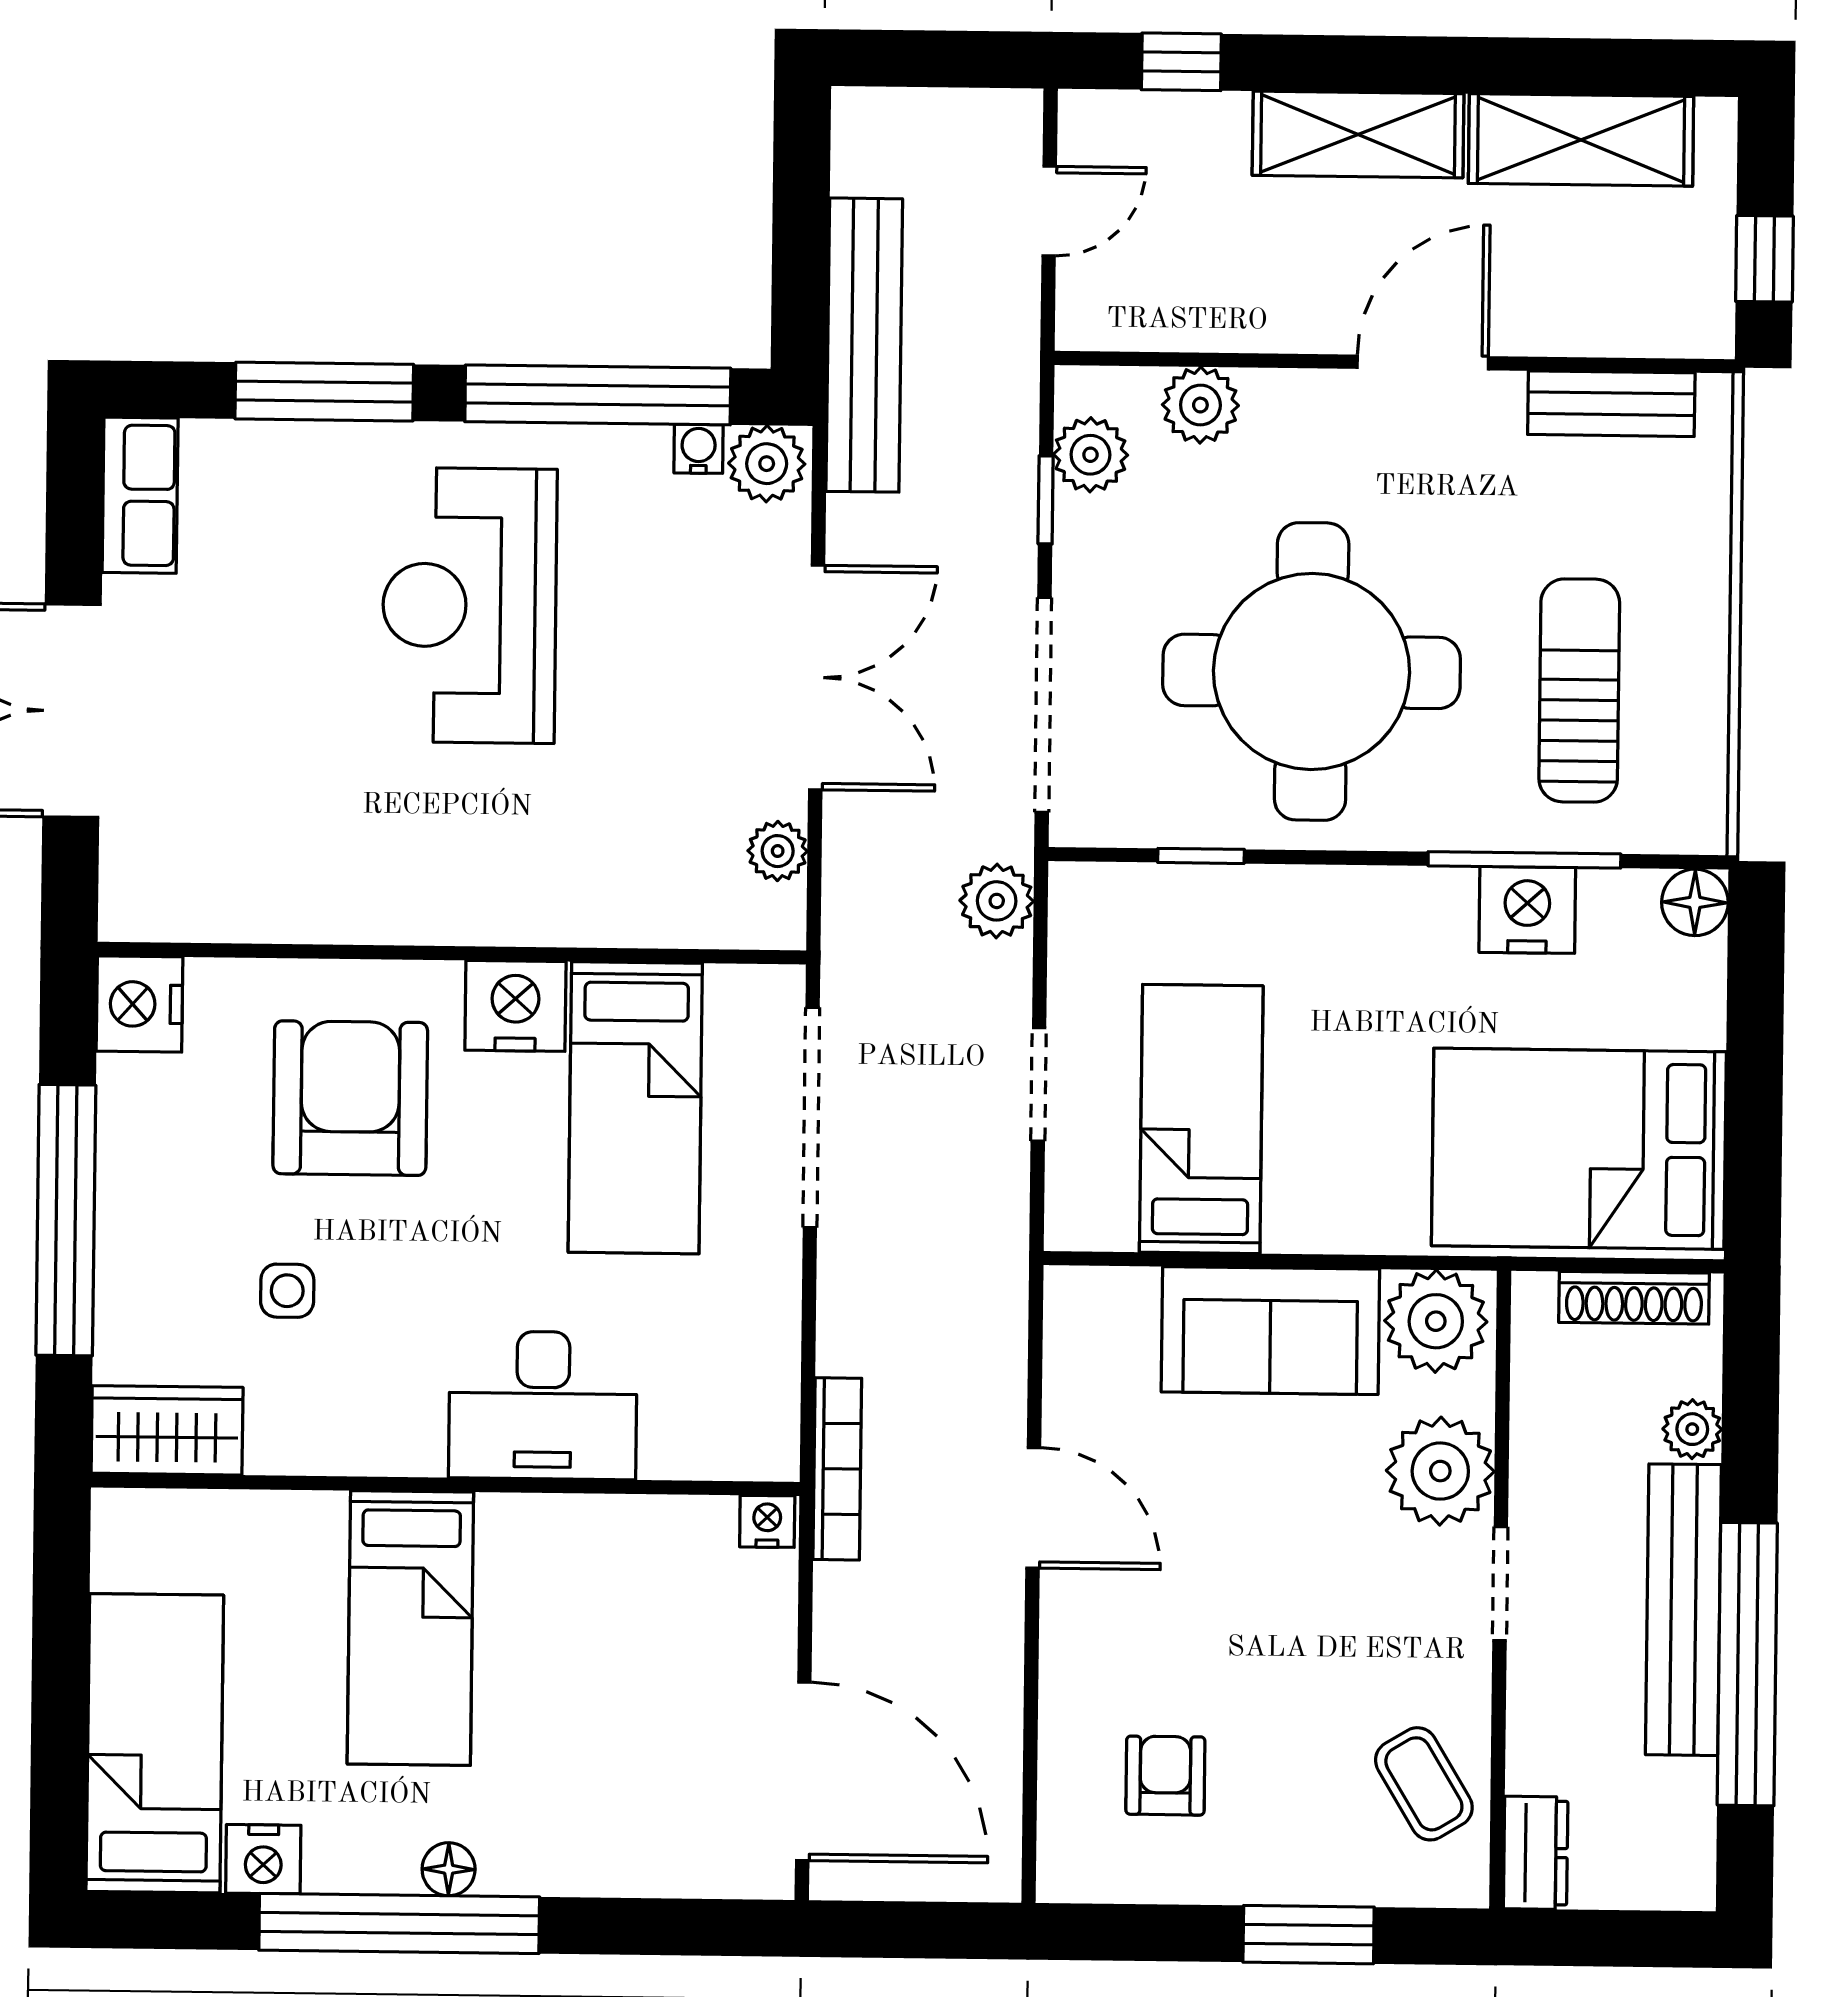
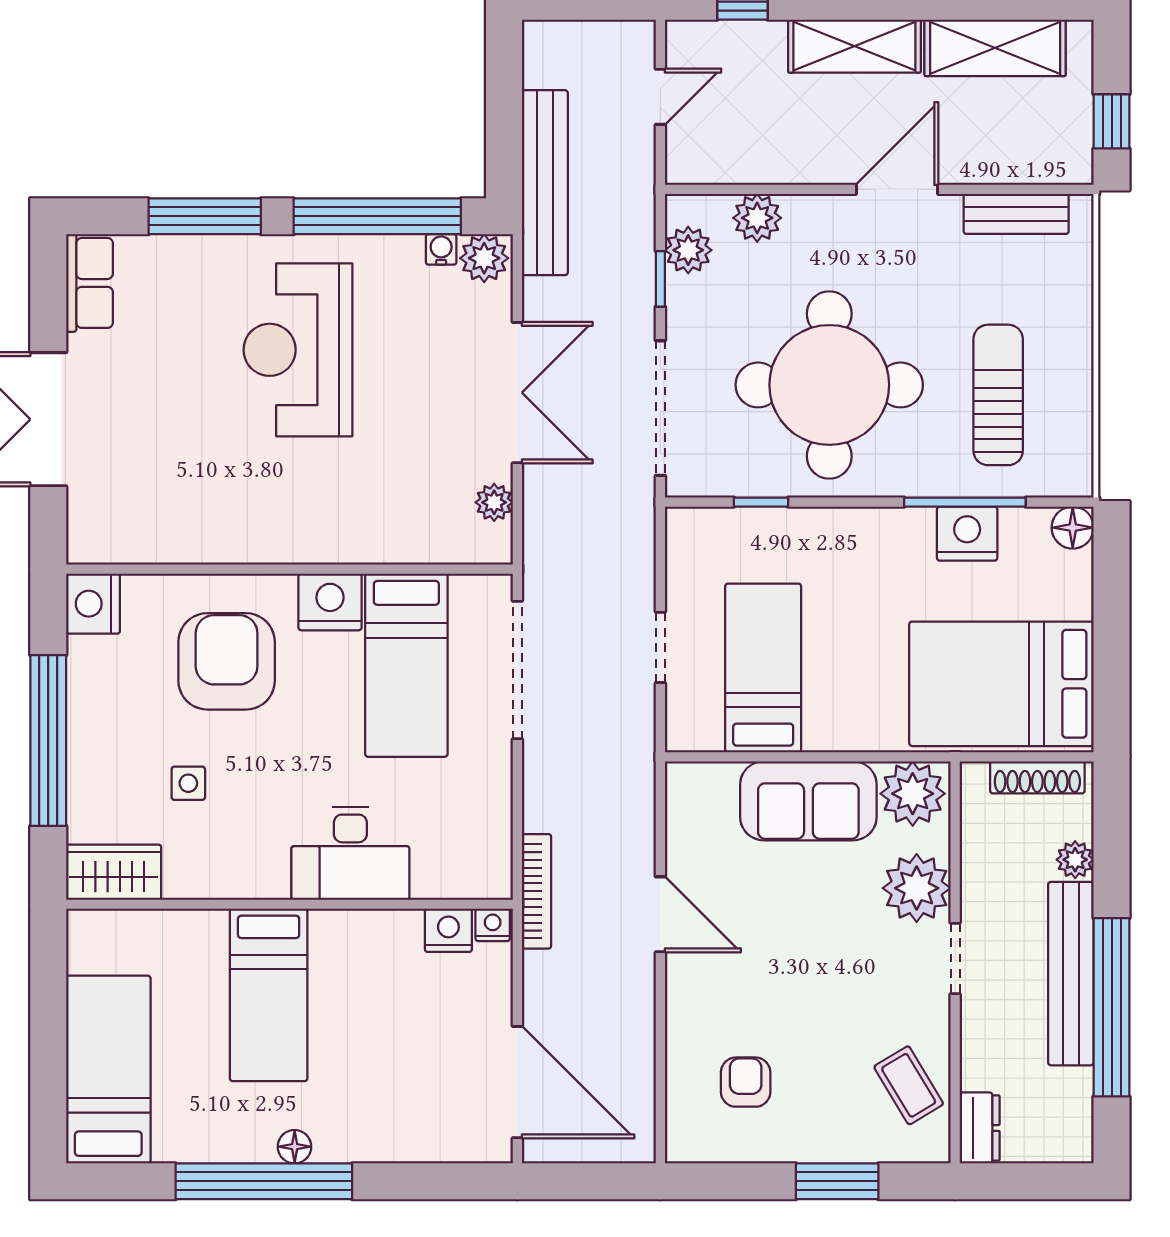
plant: (997, 901) -> (633, 532), removed
nightstand: (263, 1859) -> (448, 930), moved, turned 180

